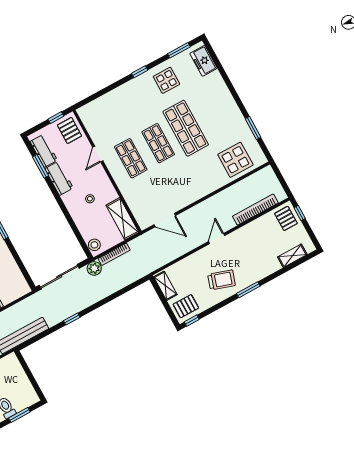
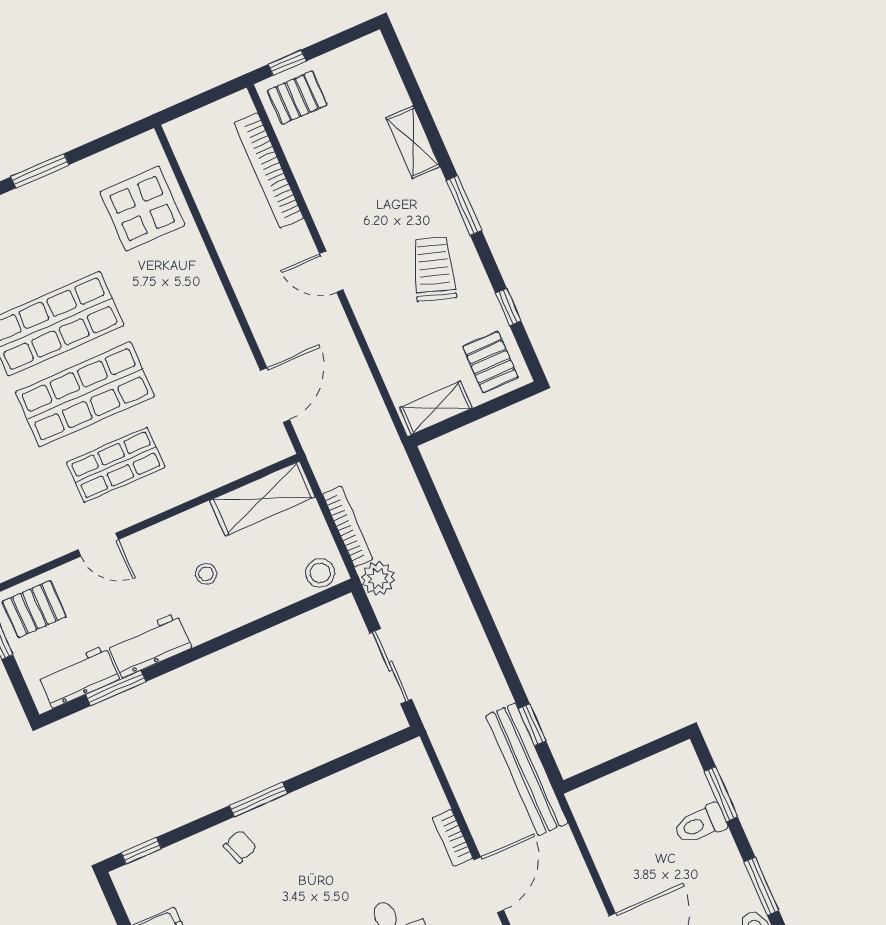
window: (253, 128) -> (40, 171), moved
shop shelf: (158, 143) -> (85, 394), width x1.43, depth x1.36
shelving: (292, 256) -> (413, 142), moved
sliding door: (59, 277) -> (391, 666), width x0.73
window: (72, 319) -> (532, 725), moved
window: (192, 321) -> (508, 307), moved

